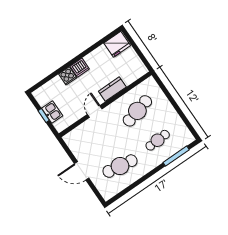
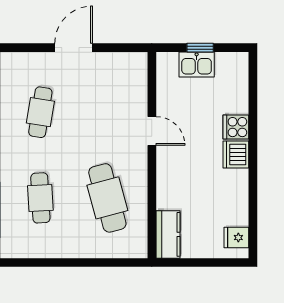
fridge: (117, 44) -> (236, 238), width x0.53, depth x0.75
kitchen counter: (112, 89) -> (168, 234), moved
cafe table: (120, 166) -> (40, 112), width x0.73, depth x0.74

